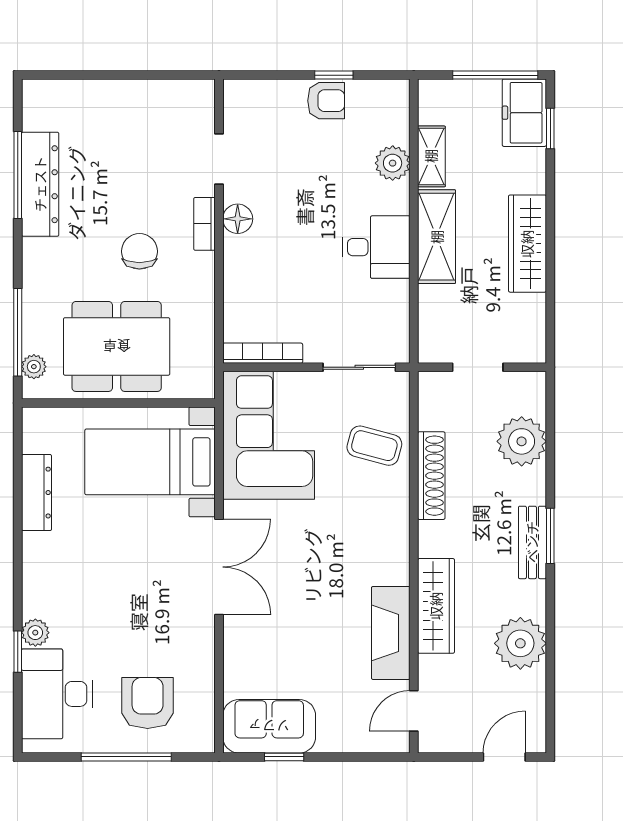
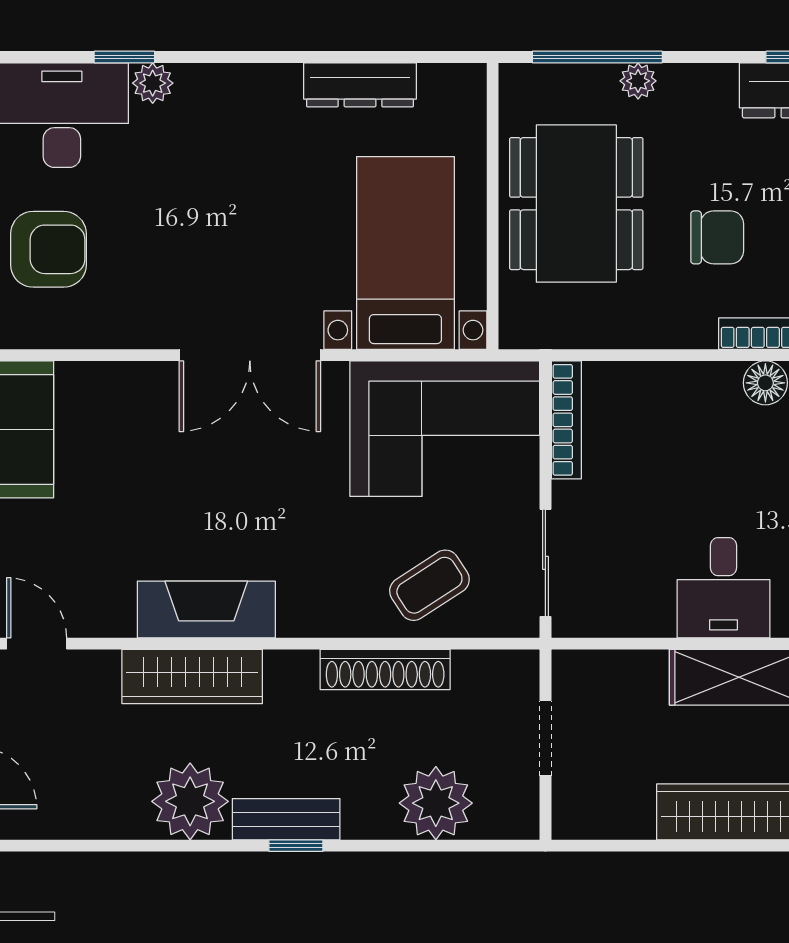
plant: (34, 367) -> (638, 81), moved
coffee table: (374, 446) -> (429, 585), turned 42
window: (550, 536) -> (296, 846), width x0.67
fireplace: (391, 633) -> (206, 609), moved
plant: (520, 643) -> (190, 801), moved

